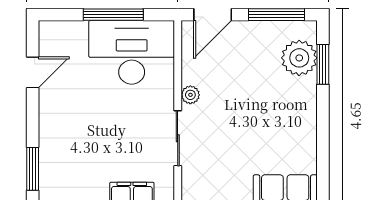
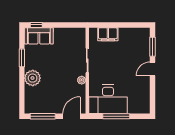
plant: (299, 58) -> (33, 78), moved
window: (323, 64) -> (22, 58), moved
door: (33, 72) -> (153, 69), moved

